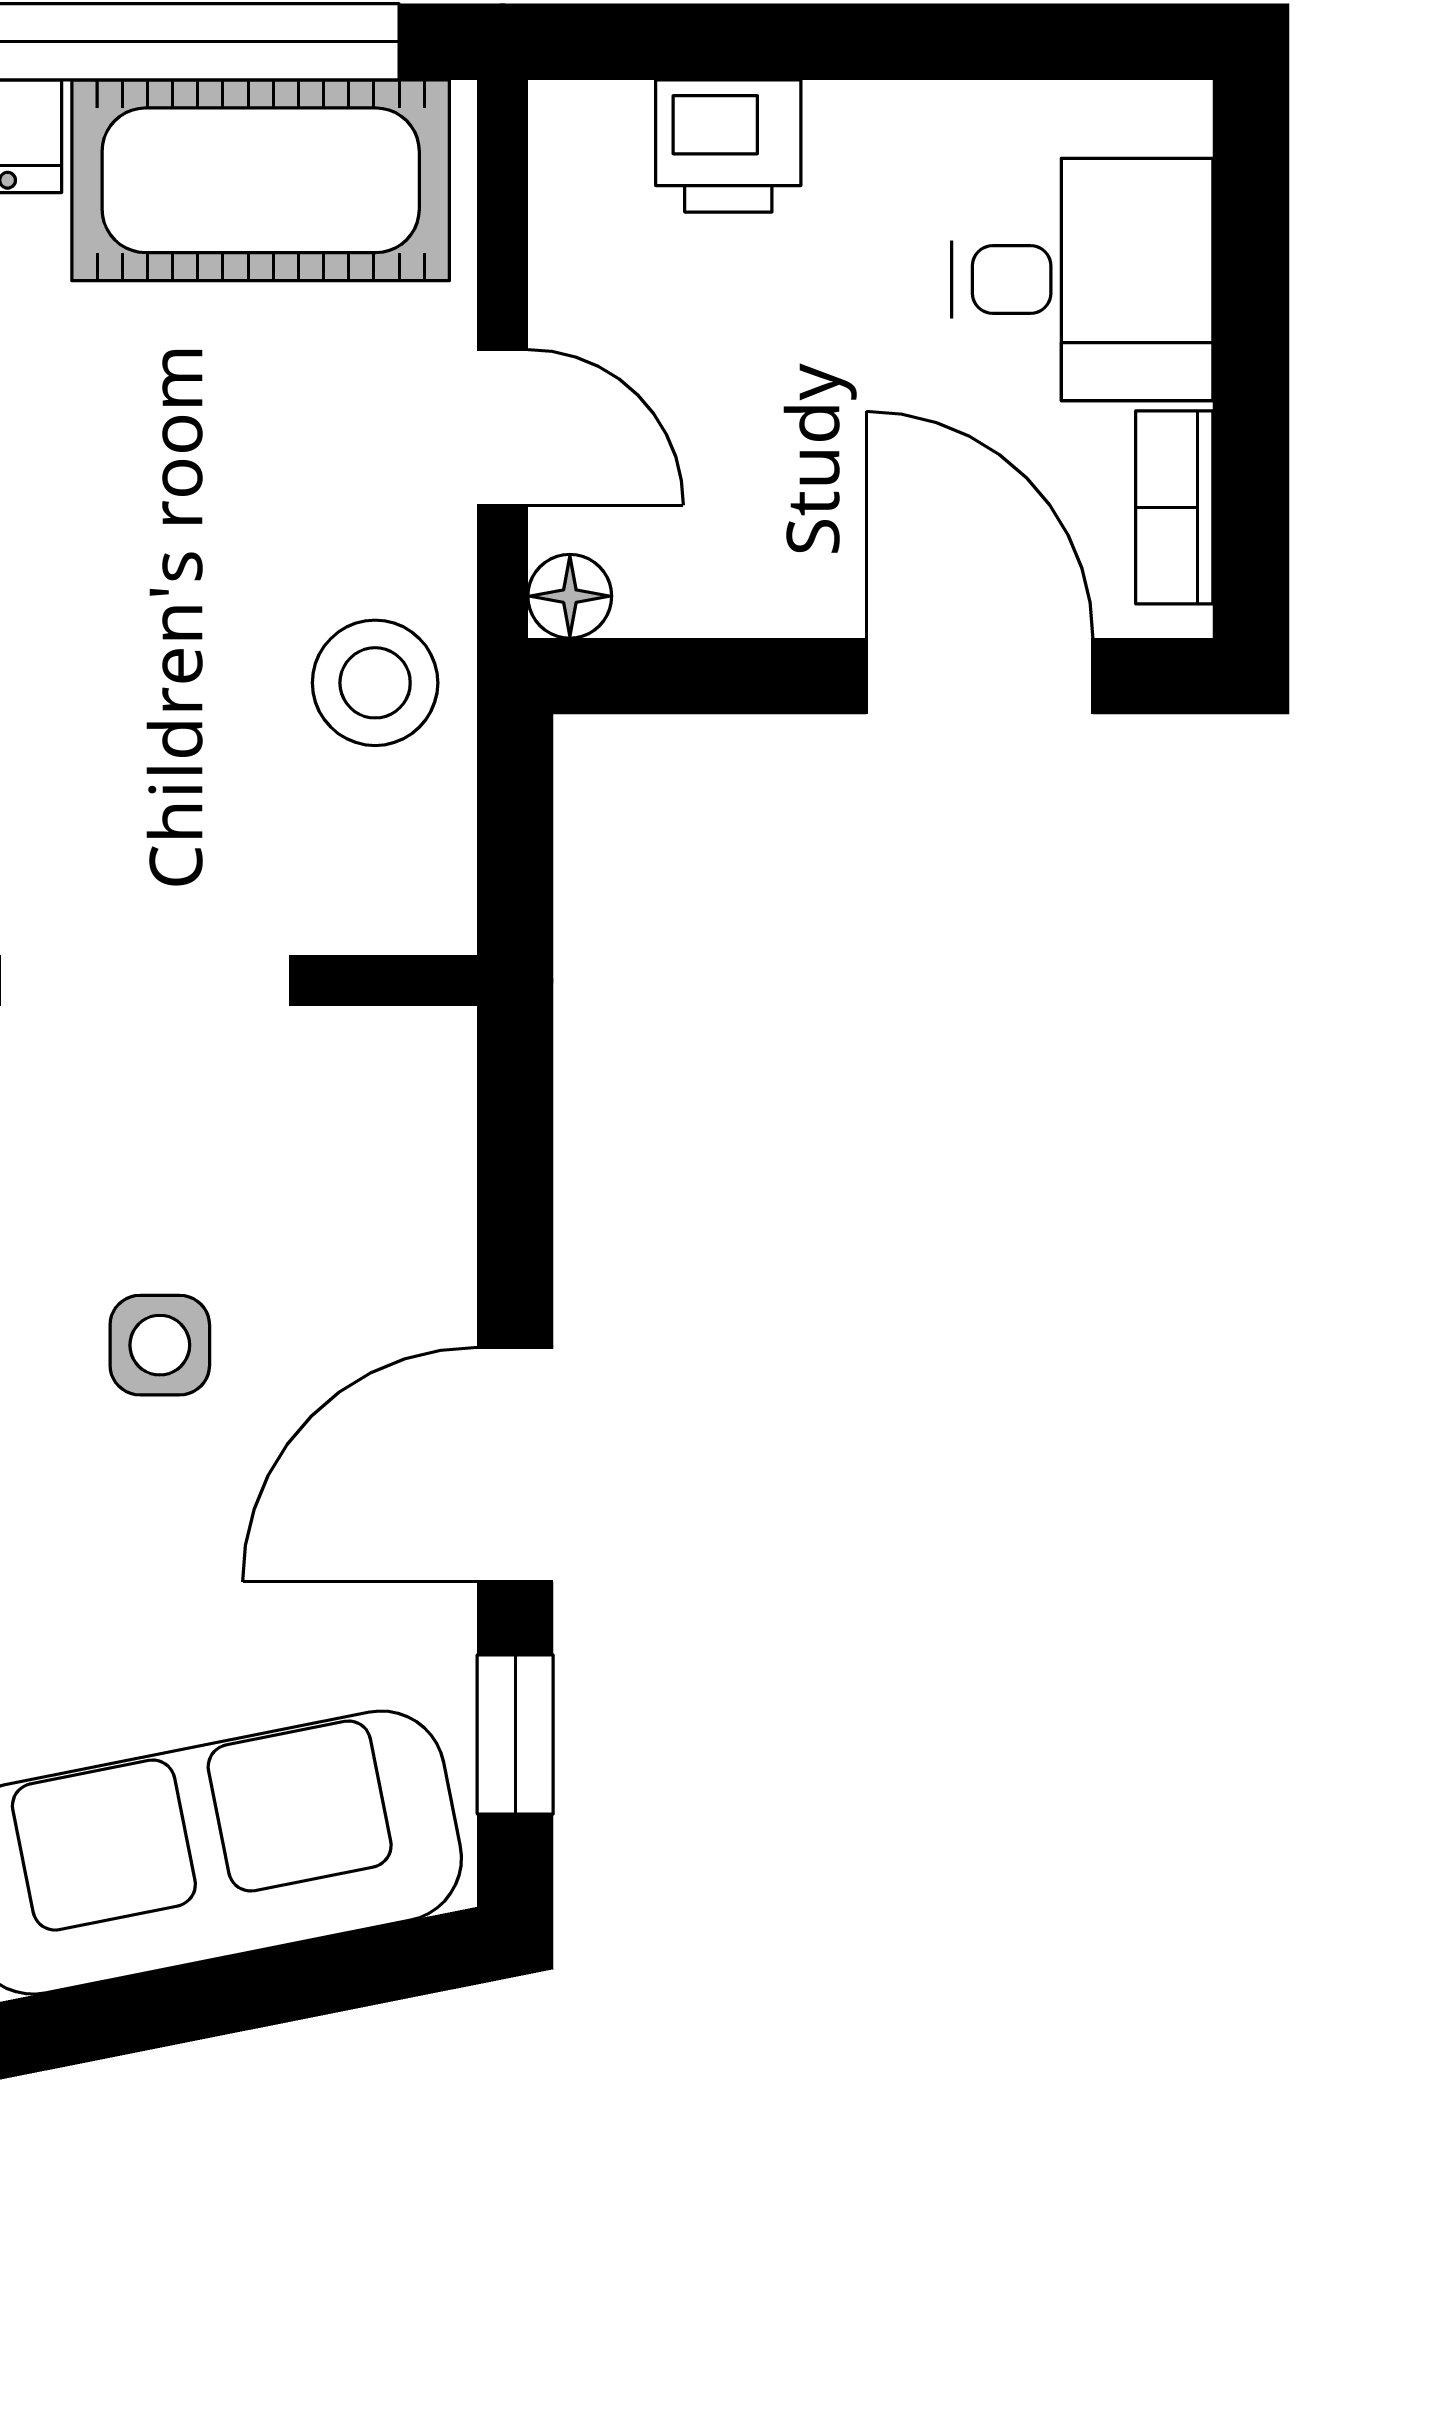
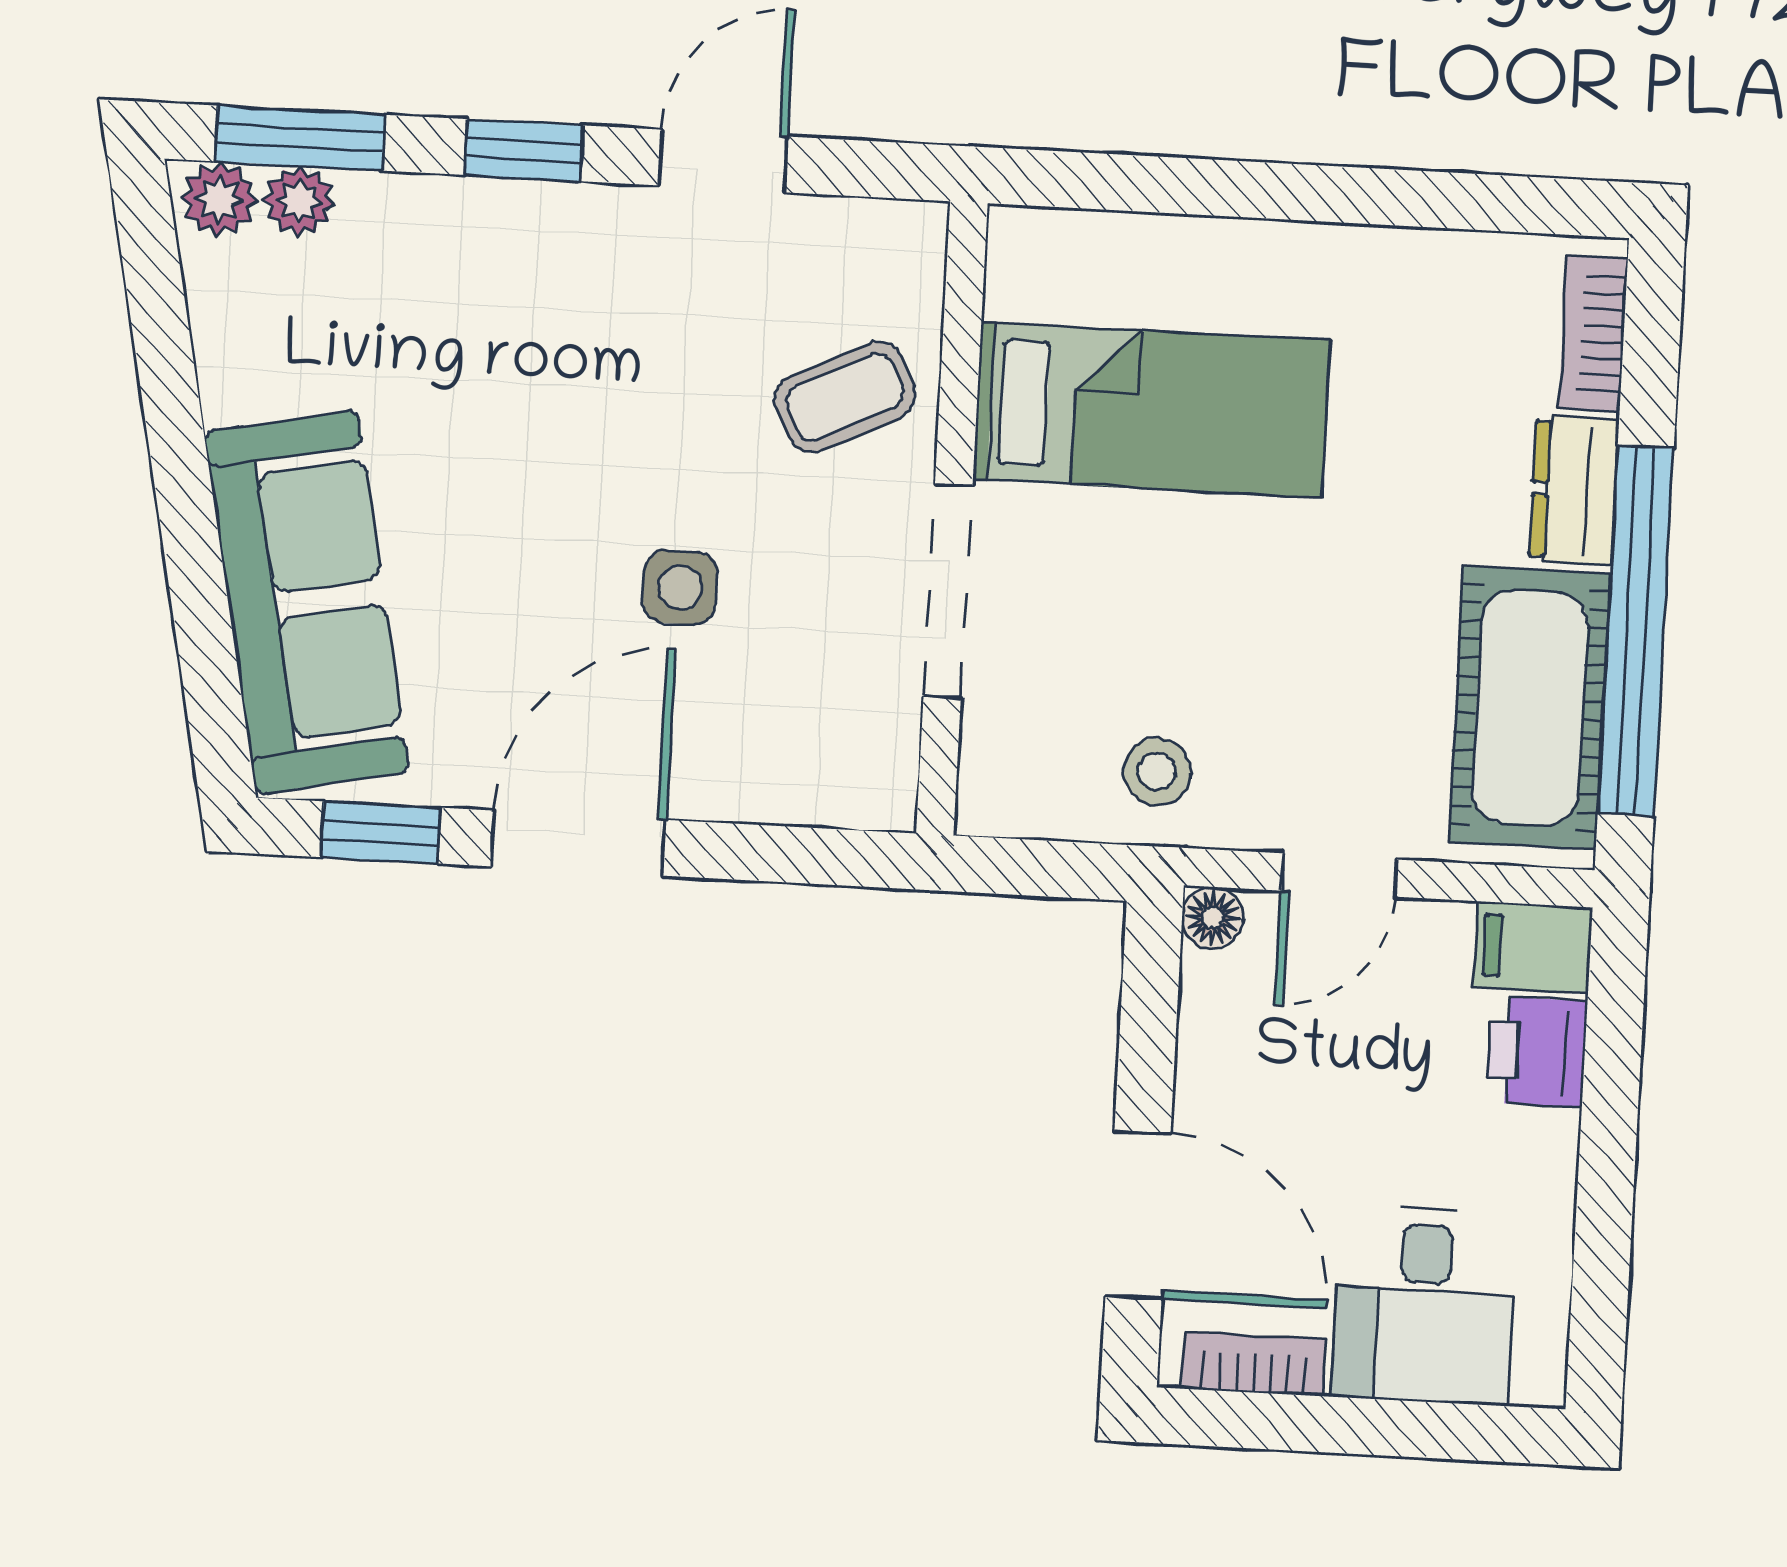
filing cabinet: (587, 158) -> (1533, 947), added
door: (980, 676) -> (1138, 1215), hinge flipped
stool: (375, 683) -> (1157, 772), width x0.73, depth x0.73
door: (515, 1465) -> (579, 843), hinge flipped

